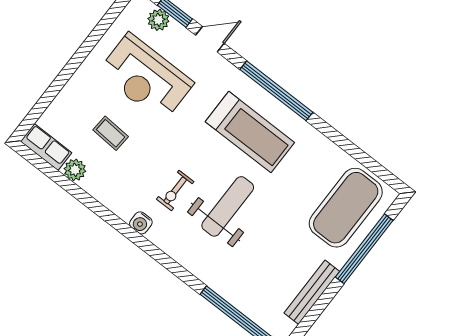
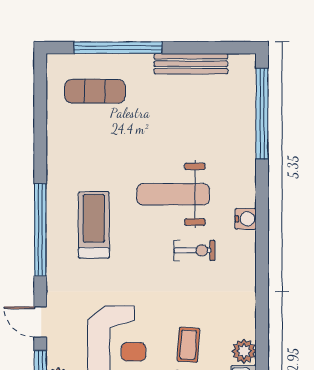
treadmill: (250, 132) -> (94, 225), width x0.73, depth x0.73
exercise mat: (346, 208) -> (95, 91), width x0.50, depth x0.69
water cooler: (141, 223) -> (246, 219), moved

